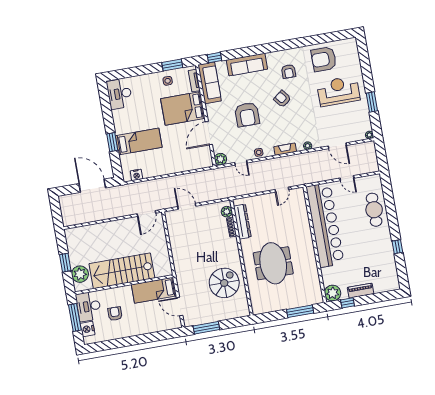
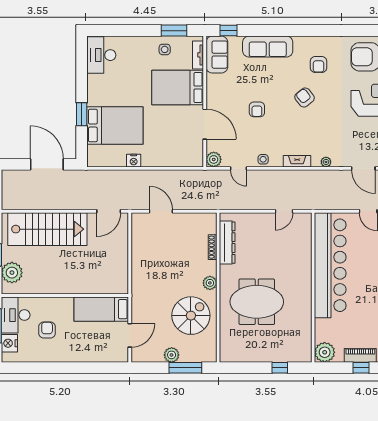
sofa: (210, 83) -> (217, 55), width x0.73
armchair: (247, 115) -> (257, 109), width x0.53, depth x0.53
door: (209, 133) -> (205, 124), swing flipped
bed: (139, 142) -> (115, 126), width x1.50
nightstand: (136, 175) -> (134, 161), moved
plant: (227, 212) -> (210, 283), moved
meeting table: (273, 263) -> (257, 302), turned 90
stairs: (122, 271) -> (47, 229), moved, turned 180
window: (347, 303) -> (361, 368), moved
door: (180, 307) -> (130, 335), swing flipped
window: (300, 311) -> (280, 368), width x0.46
plant: (215, 316) -> (172, 355), added
window: (206, 328) -> (185, 368), moved

